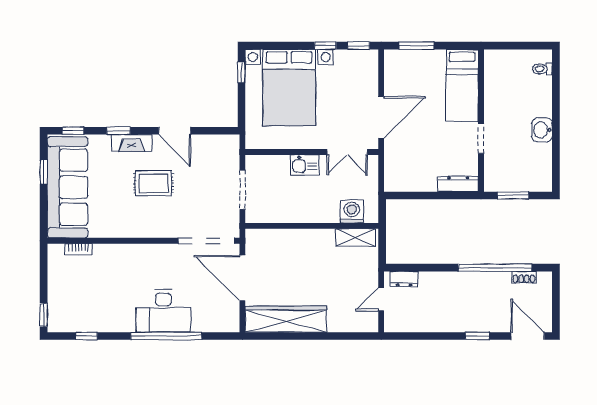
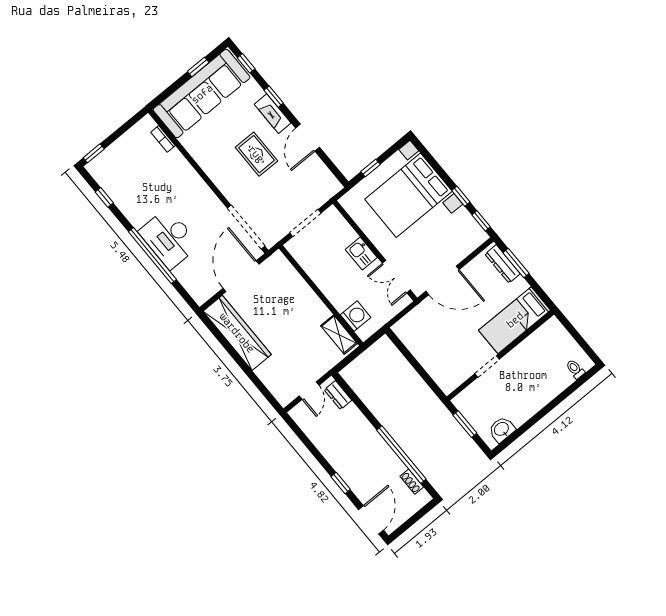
window: (242, 72) -> (371, 168), moved
washbasin: (542, 130) -> (502, 429), moved
dresser: (458, 184) -> (503, 264), moved, turned 180
door: (381, 300) -> (309, 391), swing flipped

